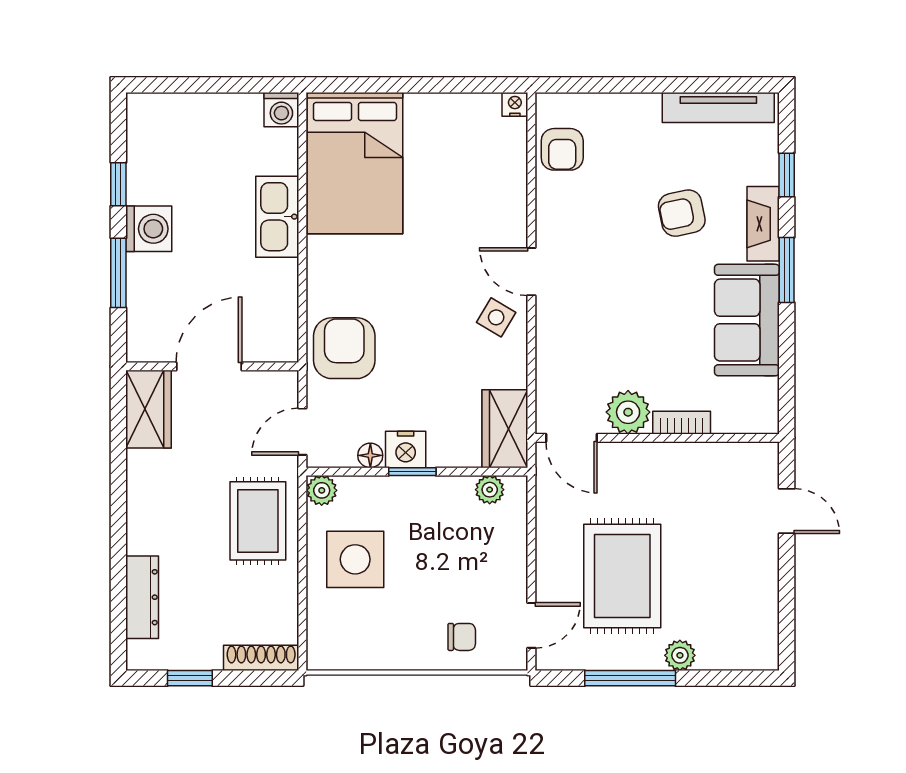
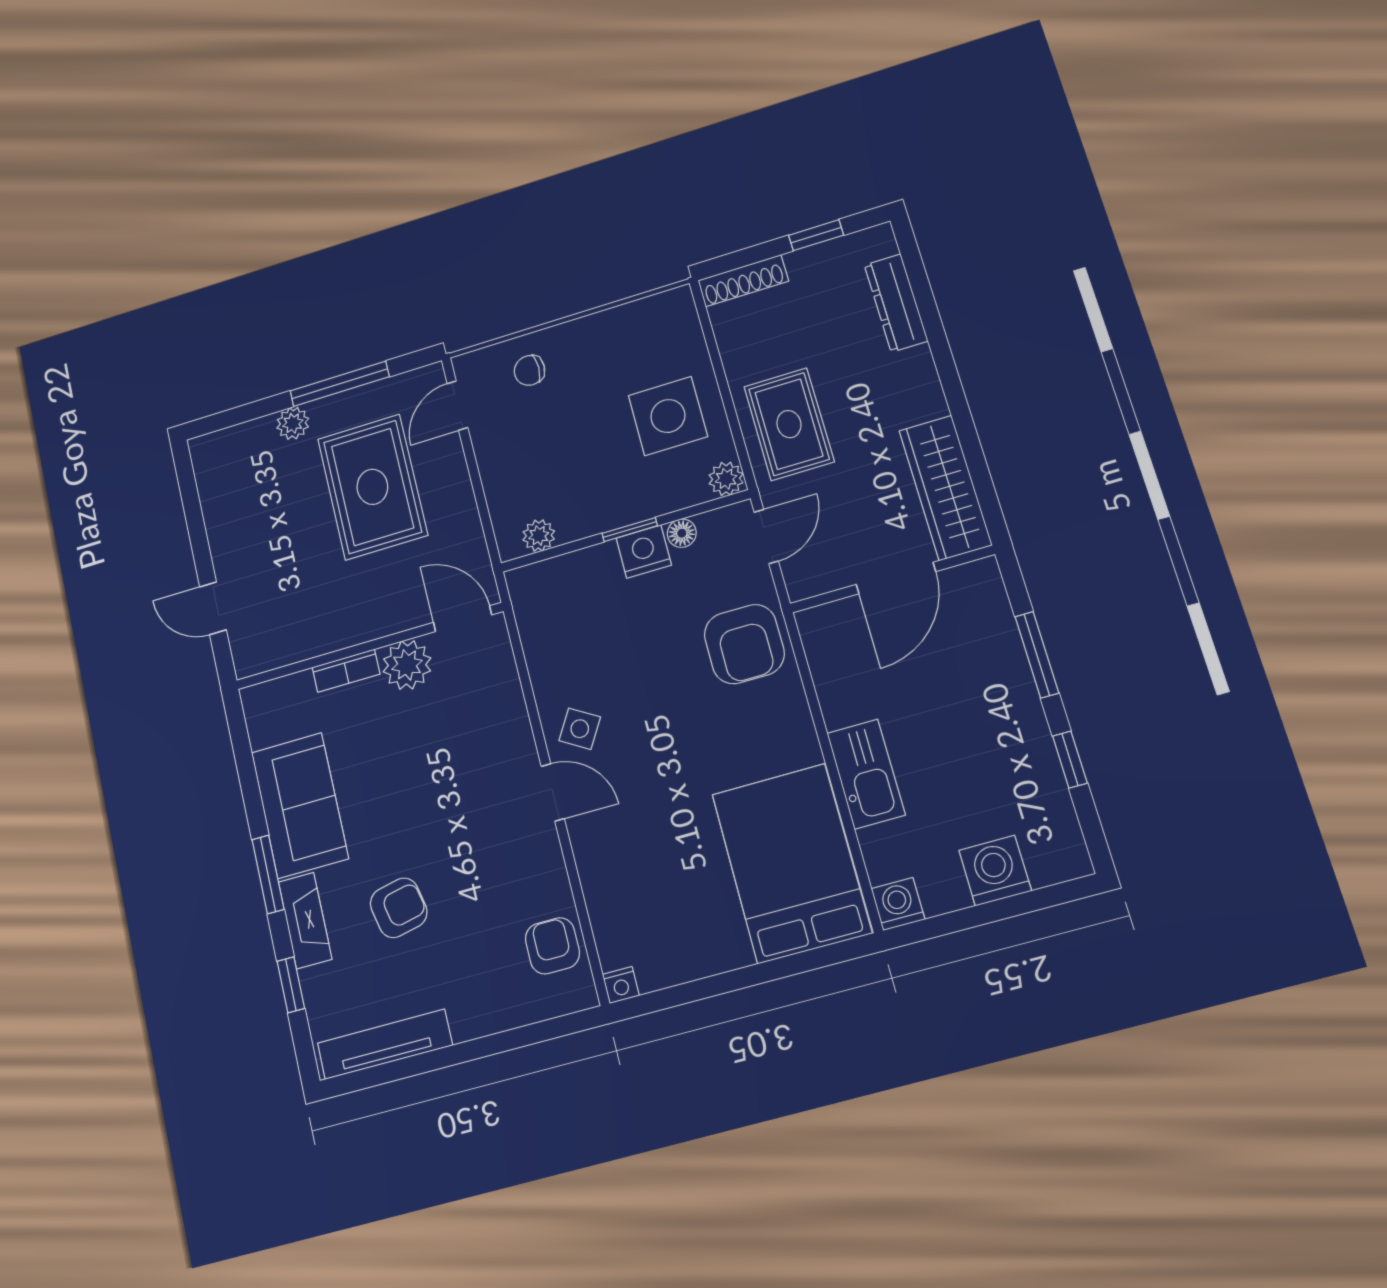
washing machine: (149, 229) -> (995, 871), moved, turned 90
wardrobe: (149, 409) -> (945, 488), width x1.50
wardrobe: (505, 429) -> (539, 607), removed

